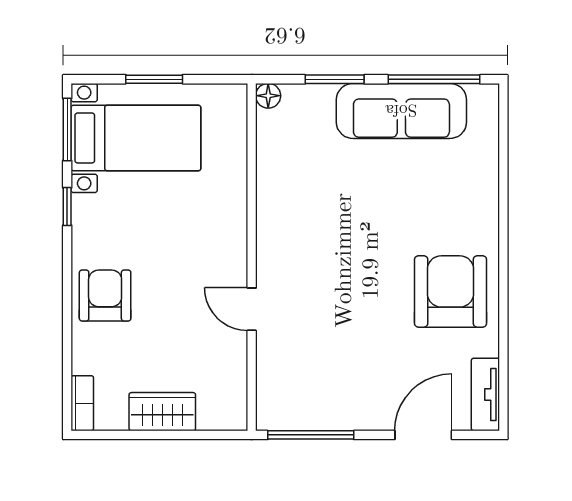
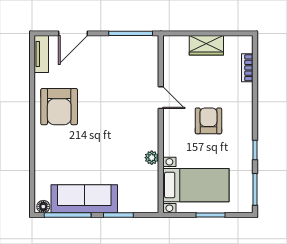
floor lamp: (268, 96) -> (43, 207), moved
bed with nightstands: (136, 138) -> (196, 185), moved, turned 180
plant: (269, 192) -> (152, 158), added
armchair: (105, 296) -> (208, 121), moved, turned 180
bookcase: (82, 403) -> (247, 68), moved

